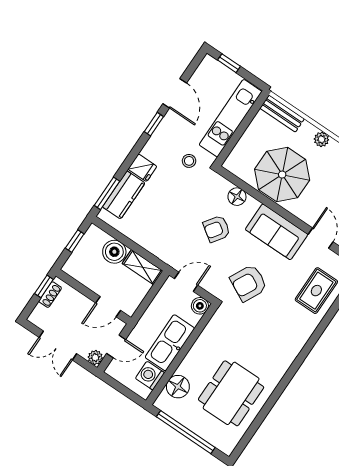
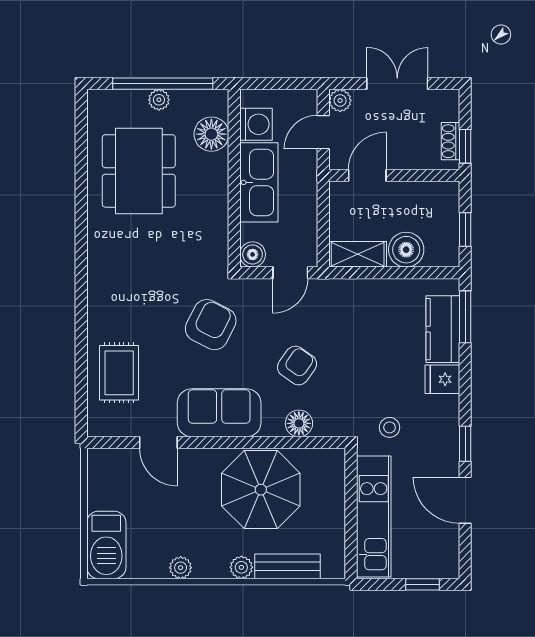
bench: (282, 113) -> (288, 566), moved
plant: (194, 425) -> (159, 100), added

